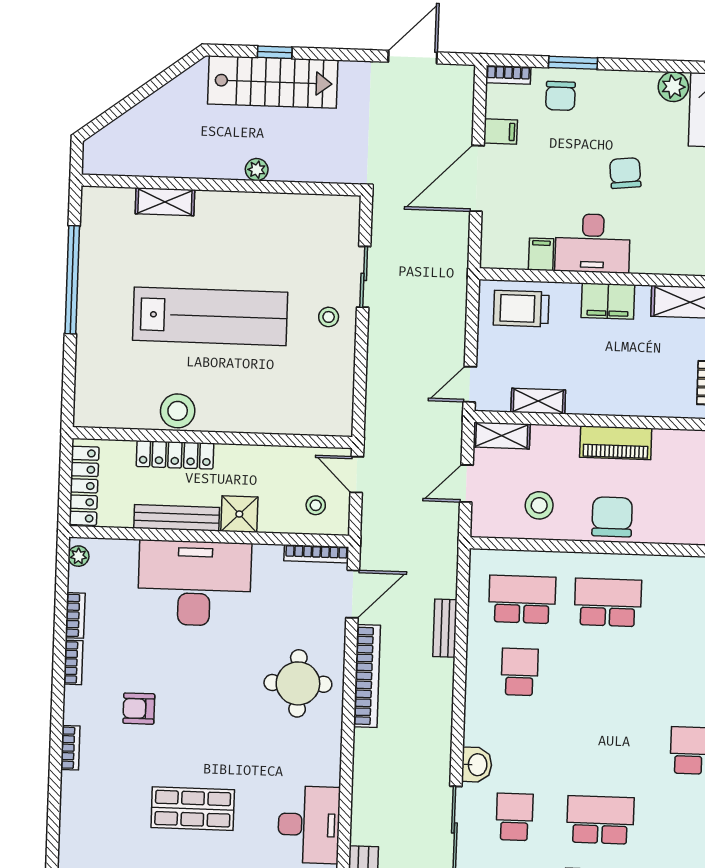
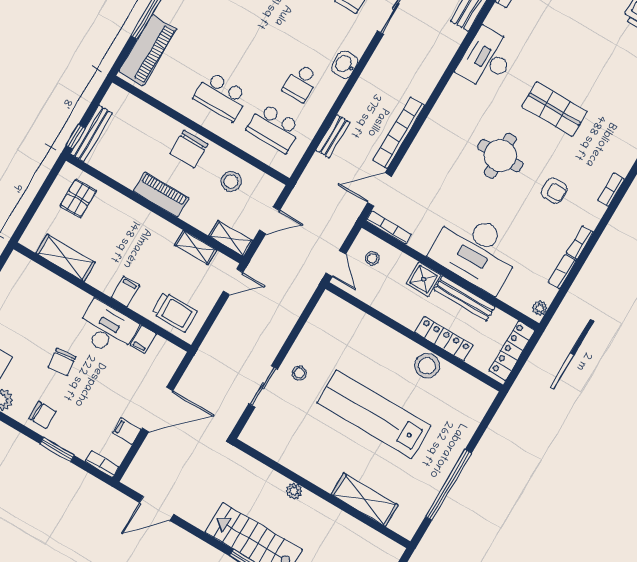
chair: (560, 96) -> (42, 415), moved, turned 90
shelving: (165, 202) -> (365, 500), width x1.50, depth x1.33
filing cabinet: (608, 301) -> (125, 292), width x0.50
round table: (298, 683) -> (500, 156), moved
washbasin: (477, 765) -> (345, 65), moved

